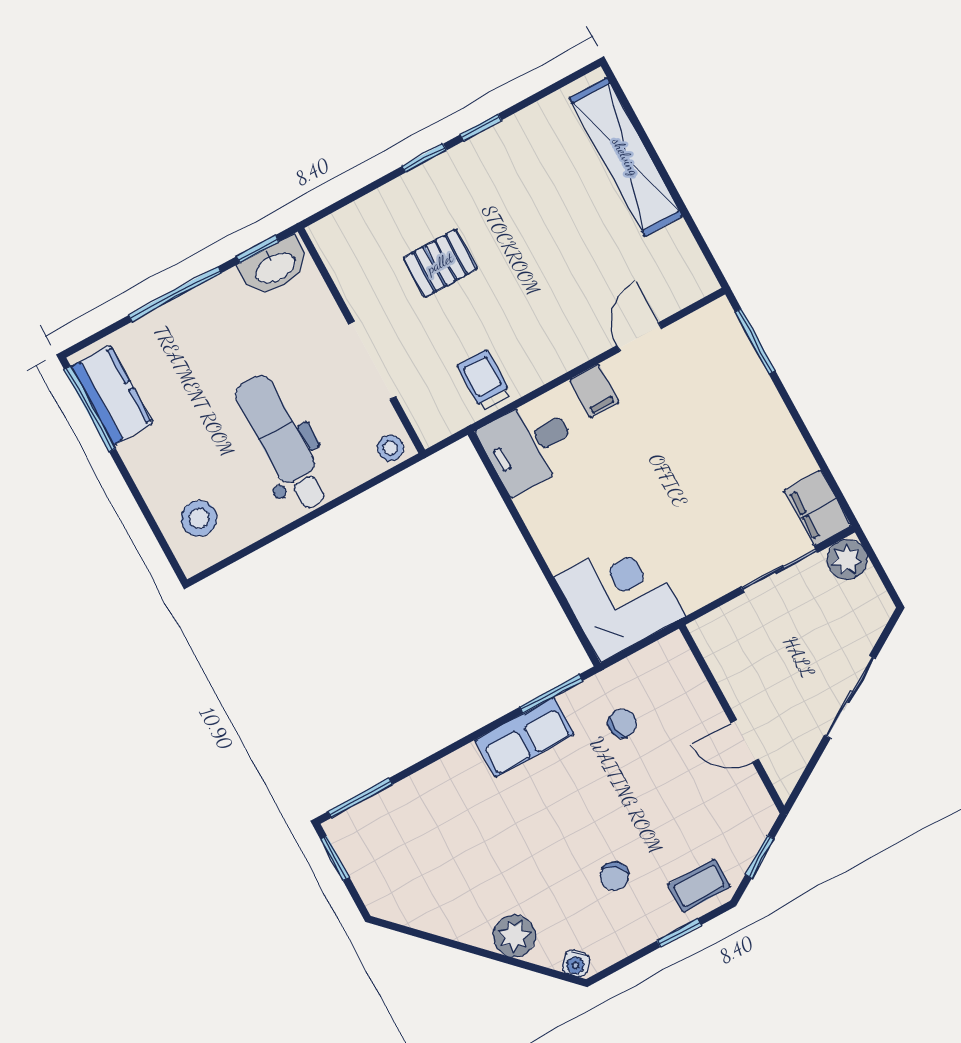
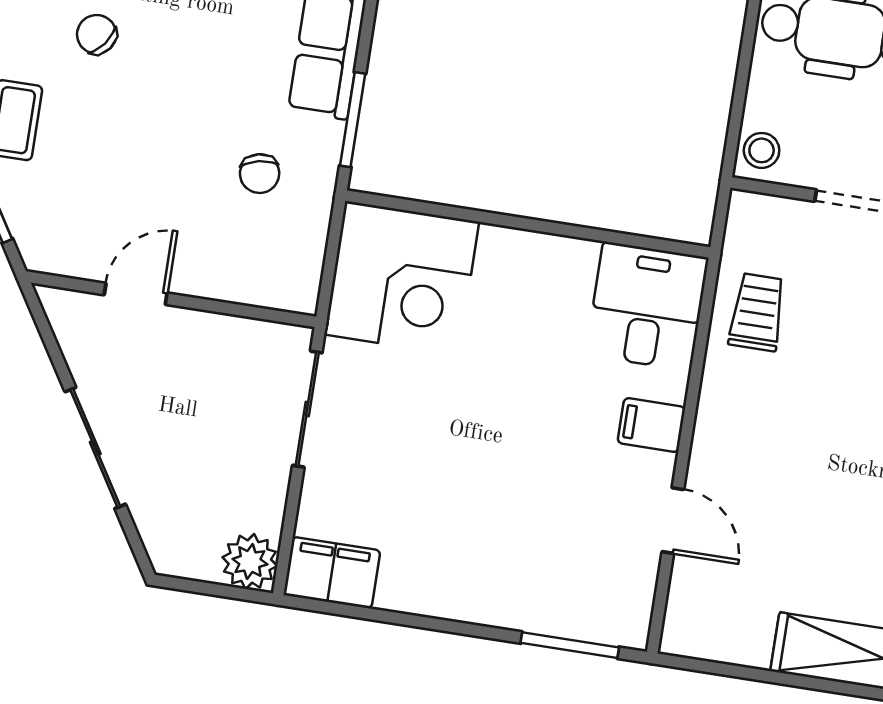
trolley: (484, 380) -> (757, 312), turned -90
sliding door: (779, 570) -> (307, 409), moved

